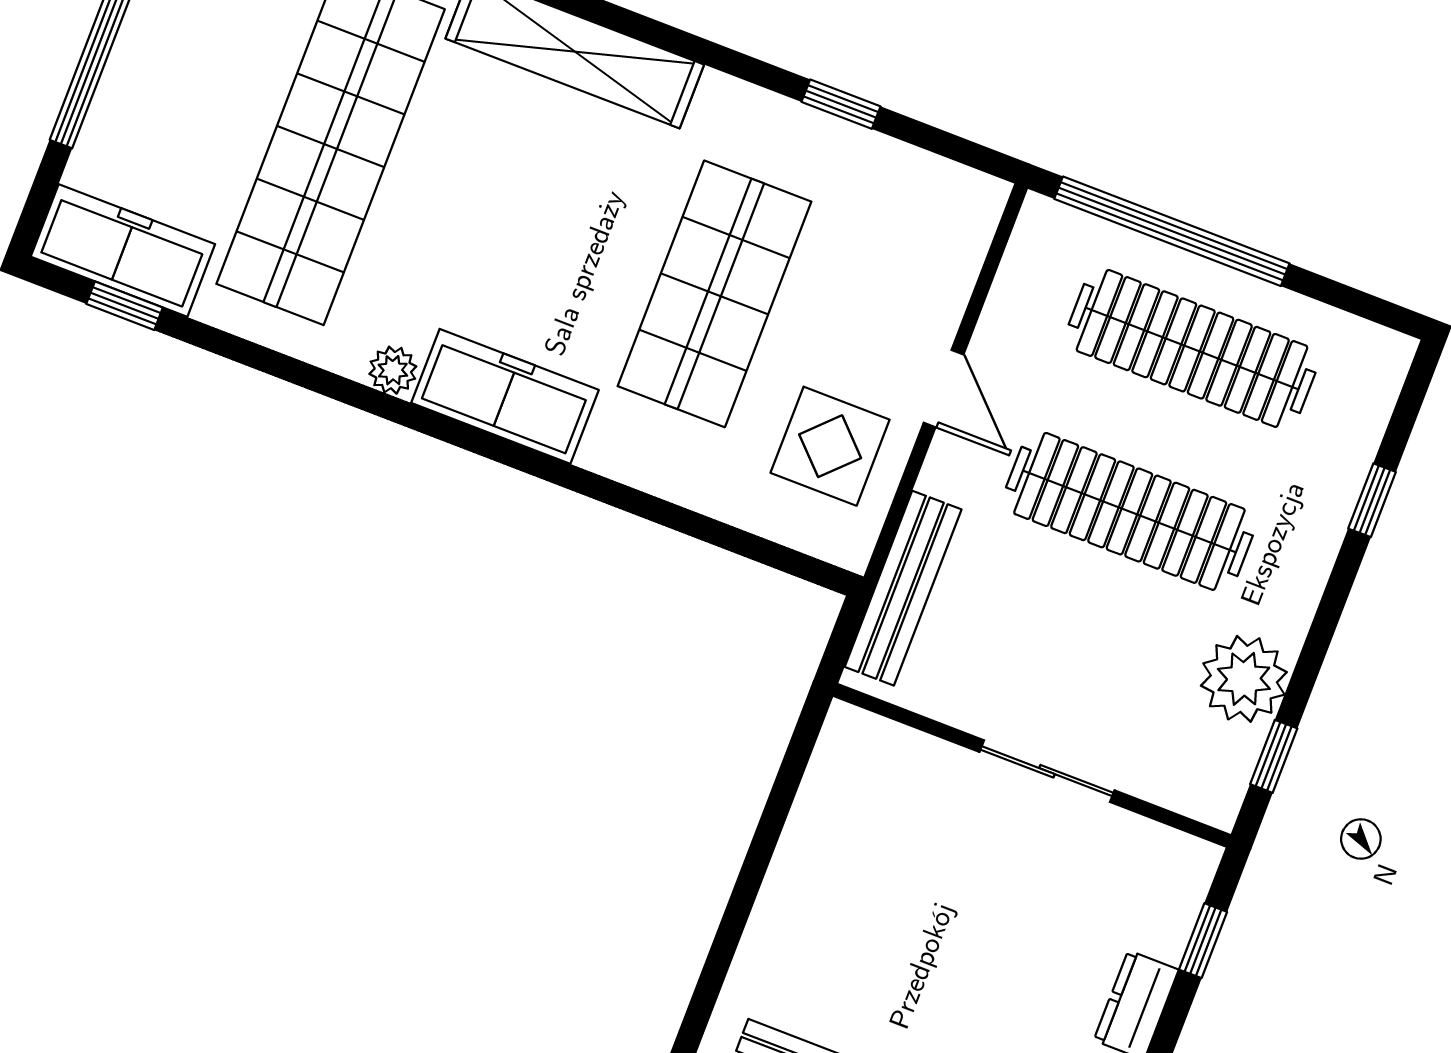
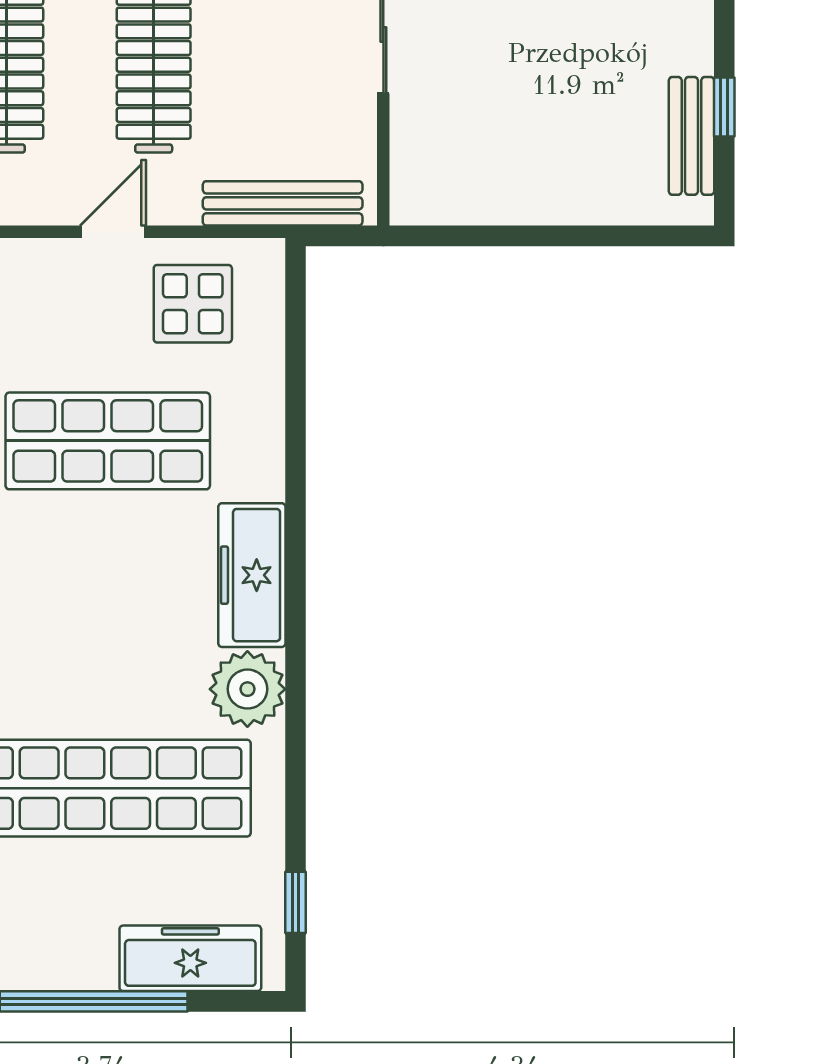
freezer: (123, 250) -> (190, 958), moved, turned 90
plant: (393, 370) -> (247, 689), width x1.87, depth x1.87

